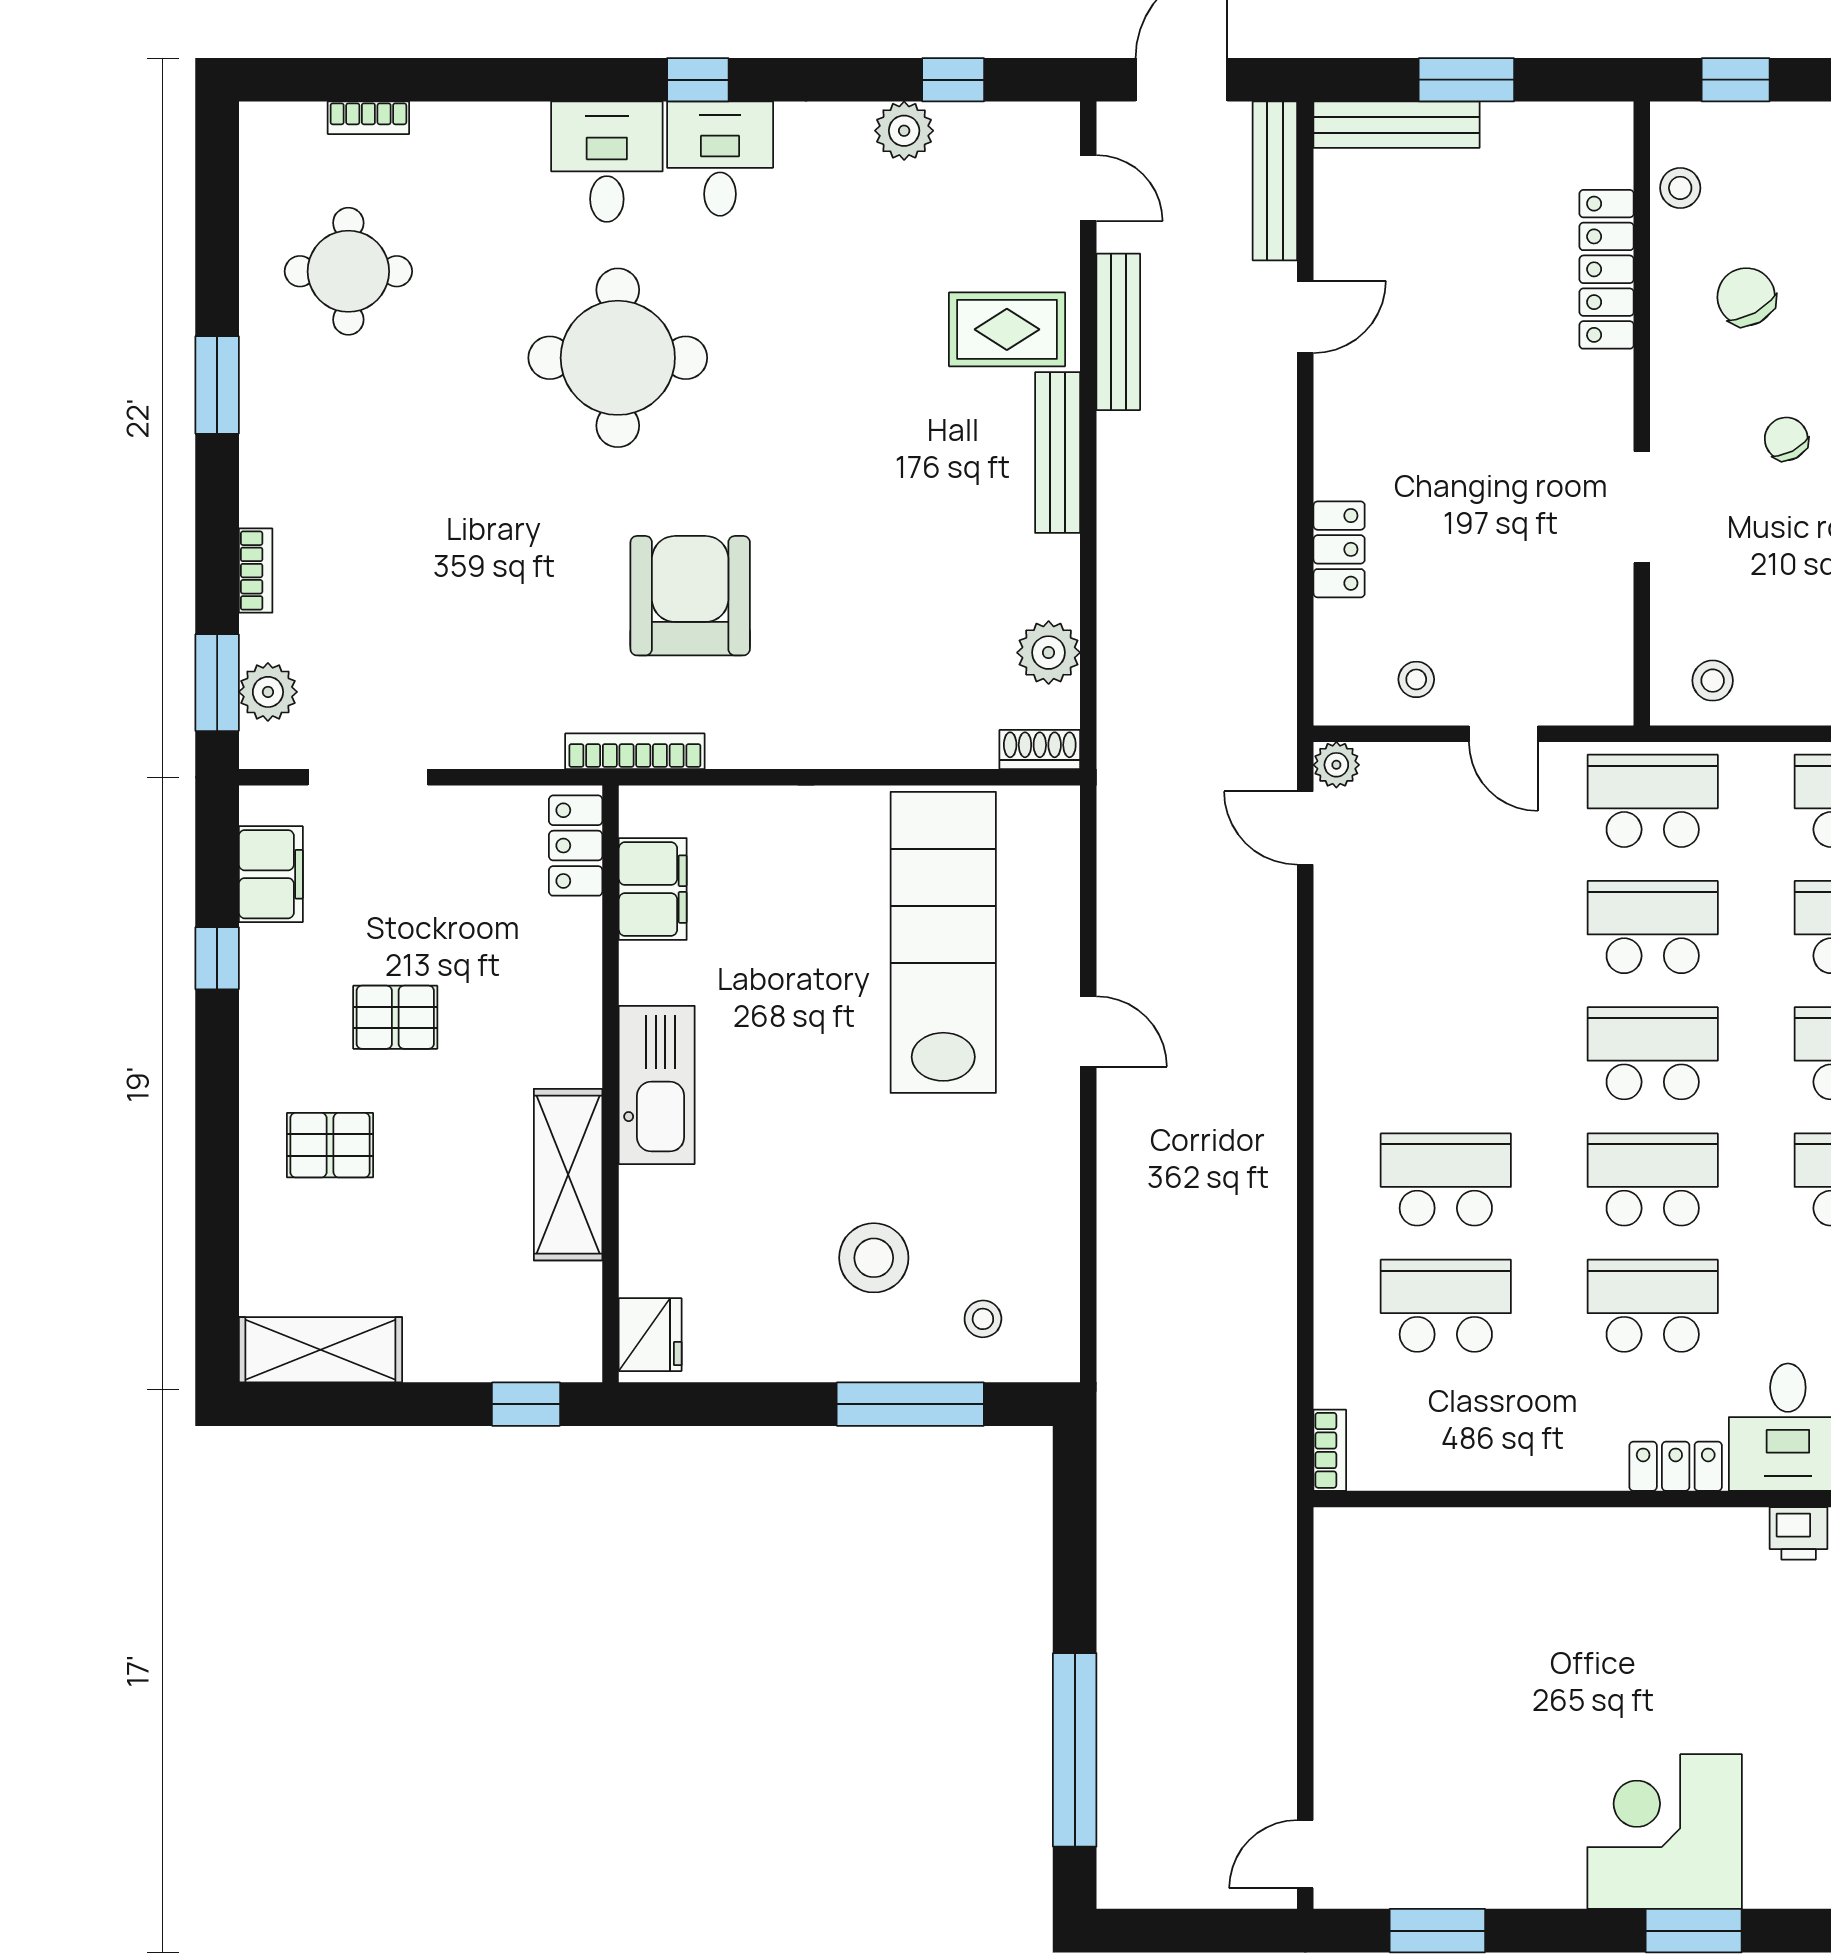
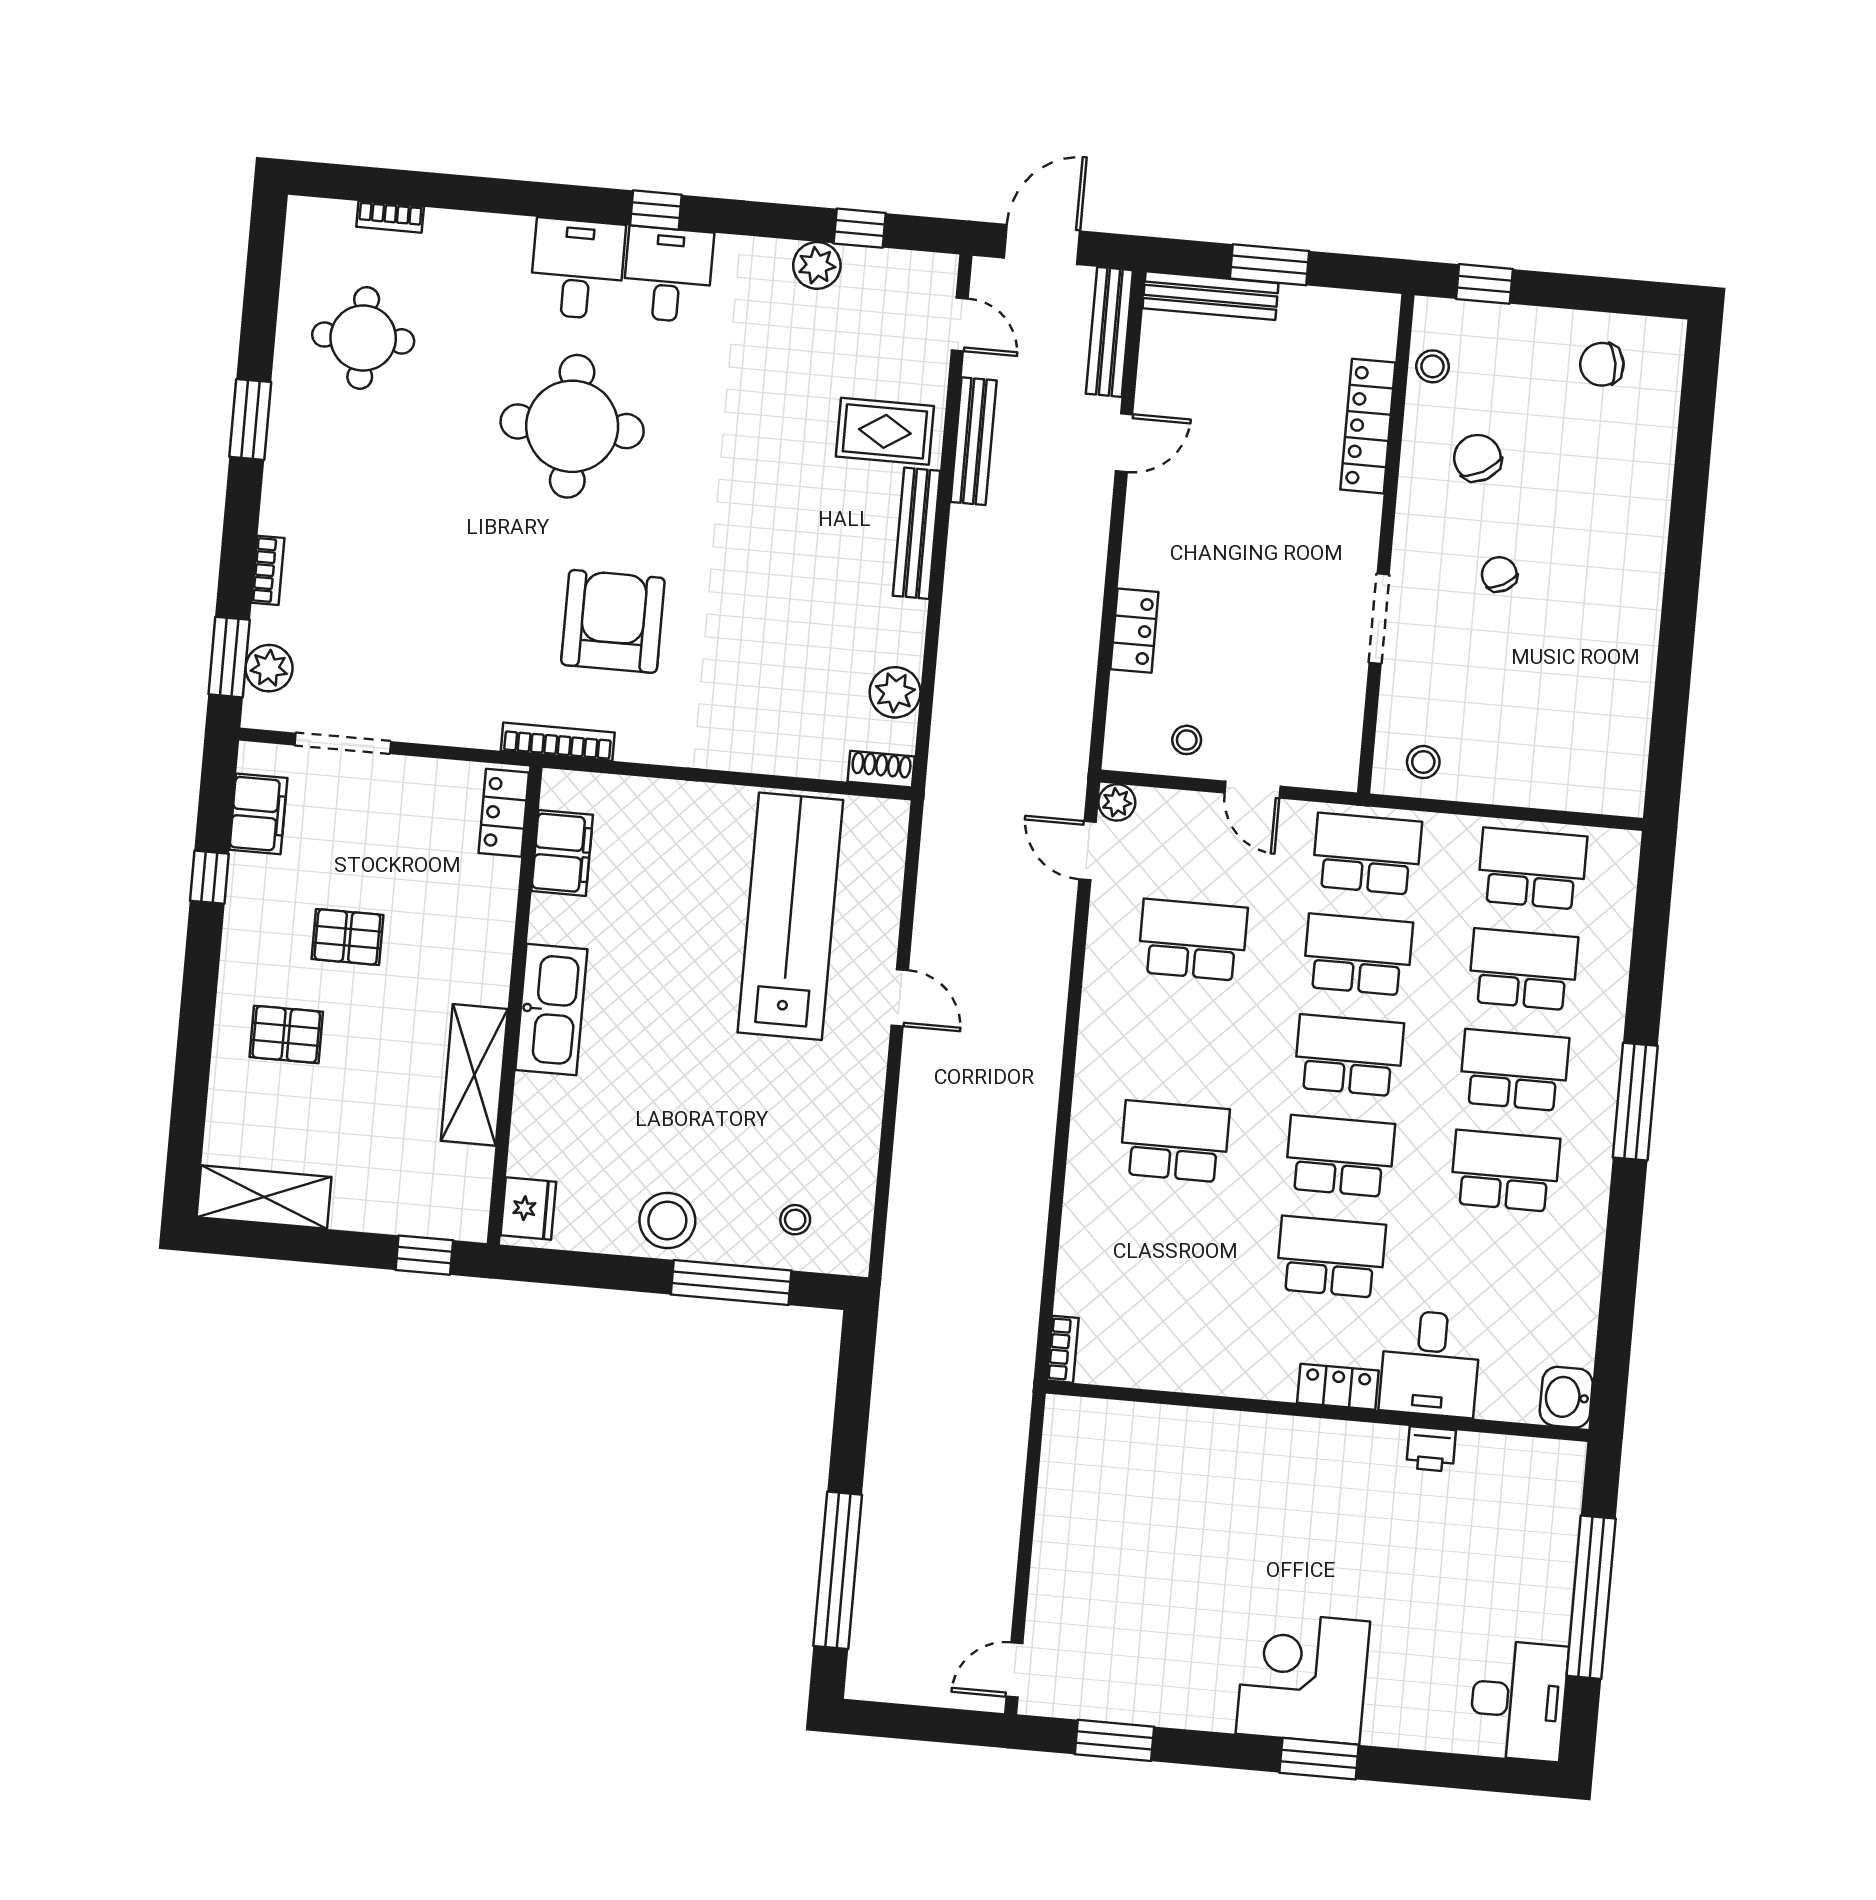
stool: (874, 1258) -> (667, 1220), moved
school desk: (1446, 1306) -> (1193, 940), moved

